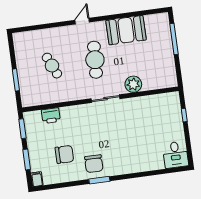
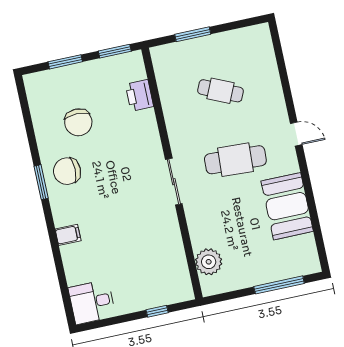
cafe table: (52, 66) -> (221, 91), turned 48
plant: (133, 84) -> (209, 262), moved
filing cabinet: (37, 179) -> (68, 235), moved

